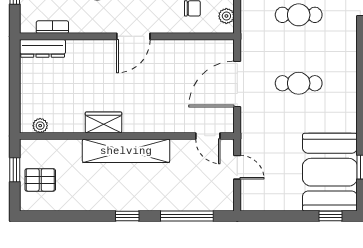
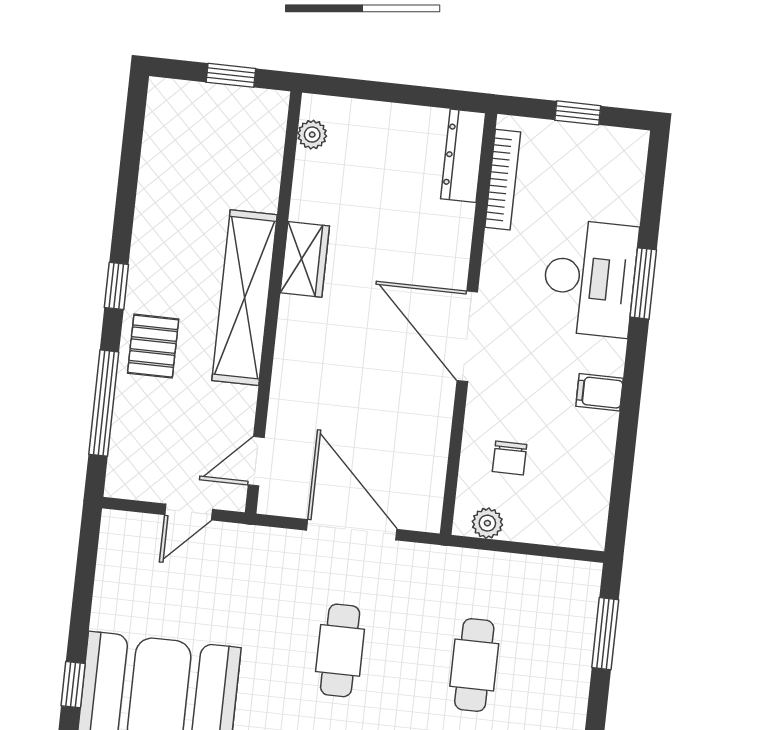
bookcase: (52, 27) -> (503, 180), width x1.56
door: (133, 36) -> (467, 336), width x1.36
pallet: (40, 180) -> (153, 346), moved

